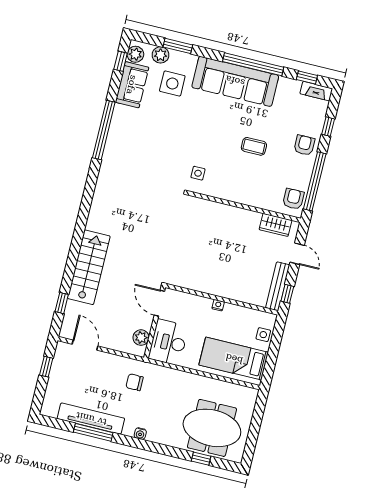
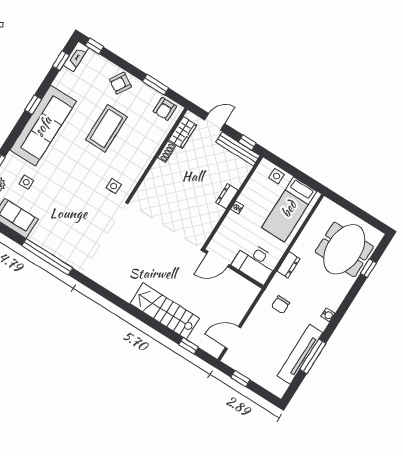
window: (253, 64) -> (33, 105), width x0.32
side table: (172, 84) -> (26, 182), width x0.54, depth x0.54
window: (328, 127) -> (94, 46), moved
armchair: (304, 145) -> (120, 83), turned -59
coffee table: (254, 146) -> (106, 128), width x1.86, depth x1.72
window: (315, 181) -> (156, 85), width x0.47
armchair: (293, 199) -> (165, 109), turned -90
shoe rack: (251, 215) -> (167, 152), added
dresser: (226, 291) -> (227, 196), added
plant: (141, 338) -> (243, 286), removed
dresser: (177, 377) -> (288, 265), added

